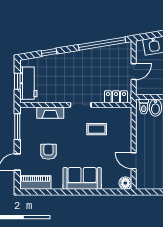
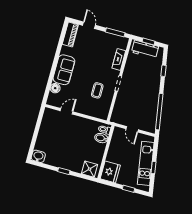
locker: (116, 97) -> (117, 111), removed
armchair: (48, 152) -> (90, 50), removed
floor lamp: (125, 183) -> (55, 88), moved

